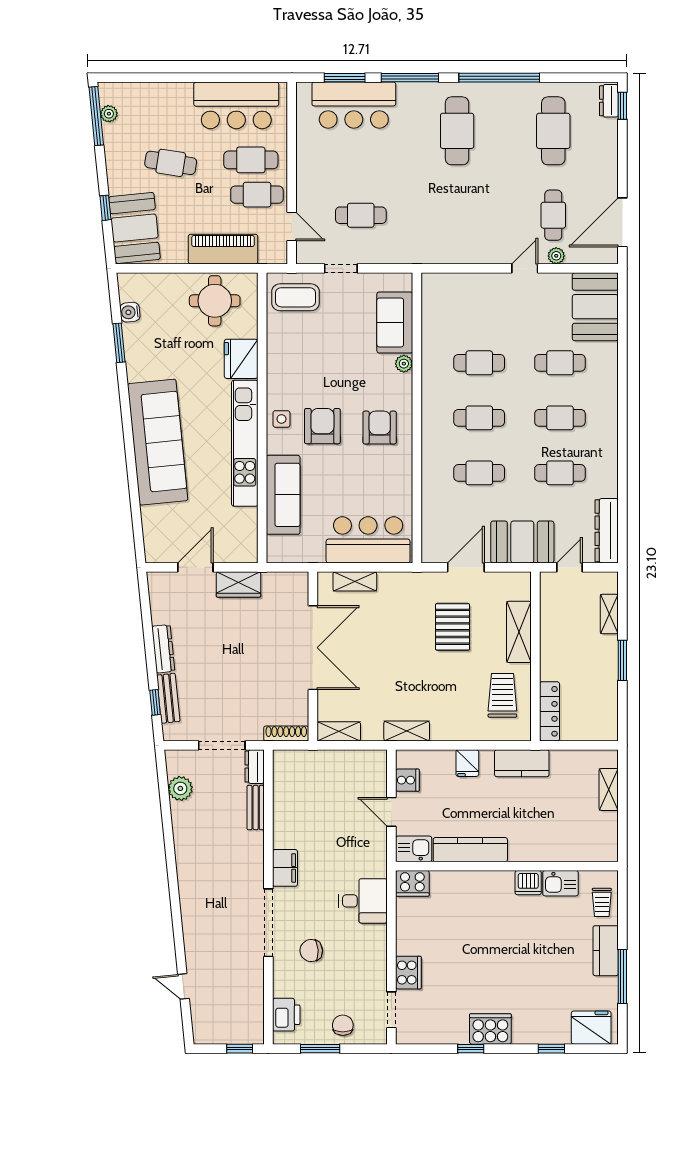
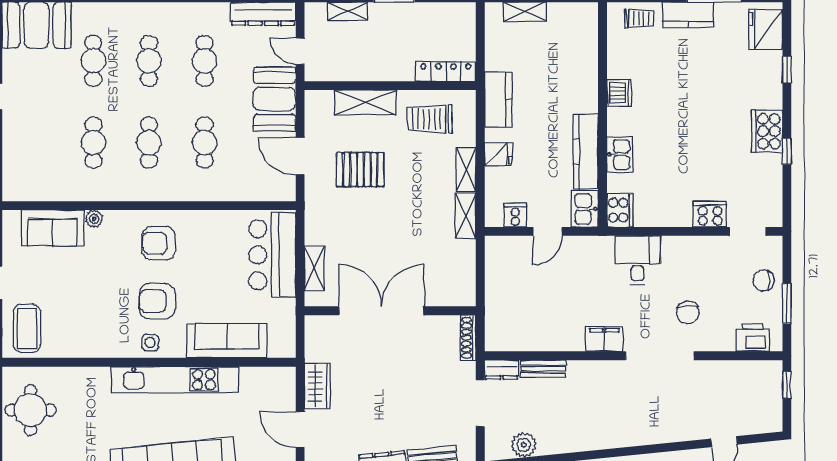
fridge: (241, 359) -> (89, 383), removed
shelving: (339, 731) -> (466, 169), moved
kitchen sink: (561, 883) -> (620, 154), moved

